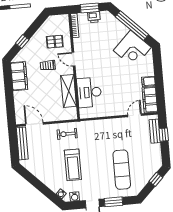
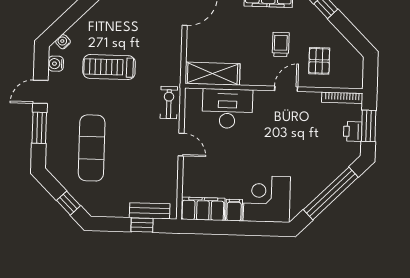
corner desk: (132, 49) -> (267, 199), moved, turned 45
shelving: (69, 91) -> (212, 74), moved
door: (135, 115) -> (181, 145), moved
exercise bike: (67, 134) -> (169, 102), moved
exercise mat: (122, 170) -> (92, 148), turned 90

